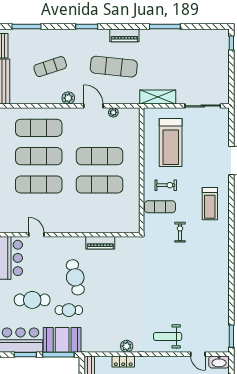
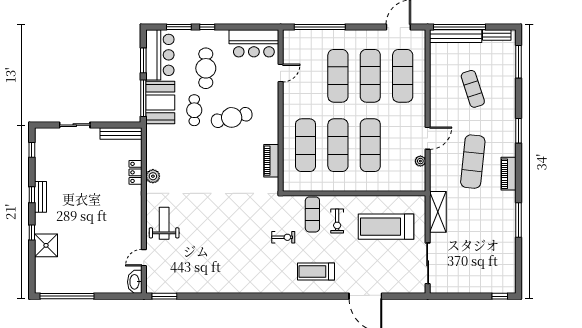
plant: (68, 98) -> (437, 109), removed
exercise mat: (99, 213) -> (306, 145), added
piano: (100, 243) -> (271, 161), moved

